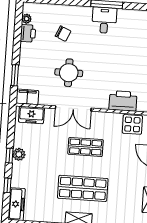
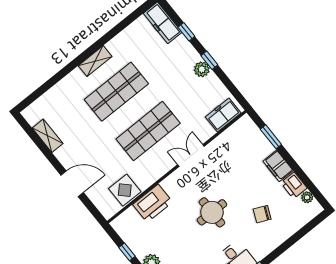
round table: (69, 73) -> (212, 212), moved
filing cabinet: (27, 97) -> (278, 166), moved, turned 90
double door: (73, 108) -> (191, 155), width x0.73
shop shelf: (86, 147) -> (148, 131), width x1.43, depth x1.36

